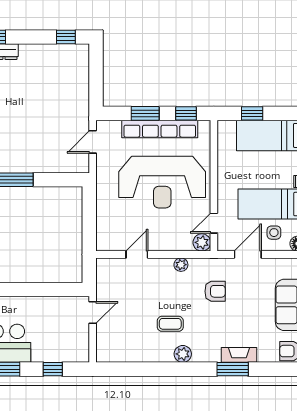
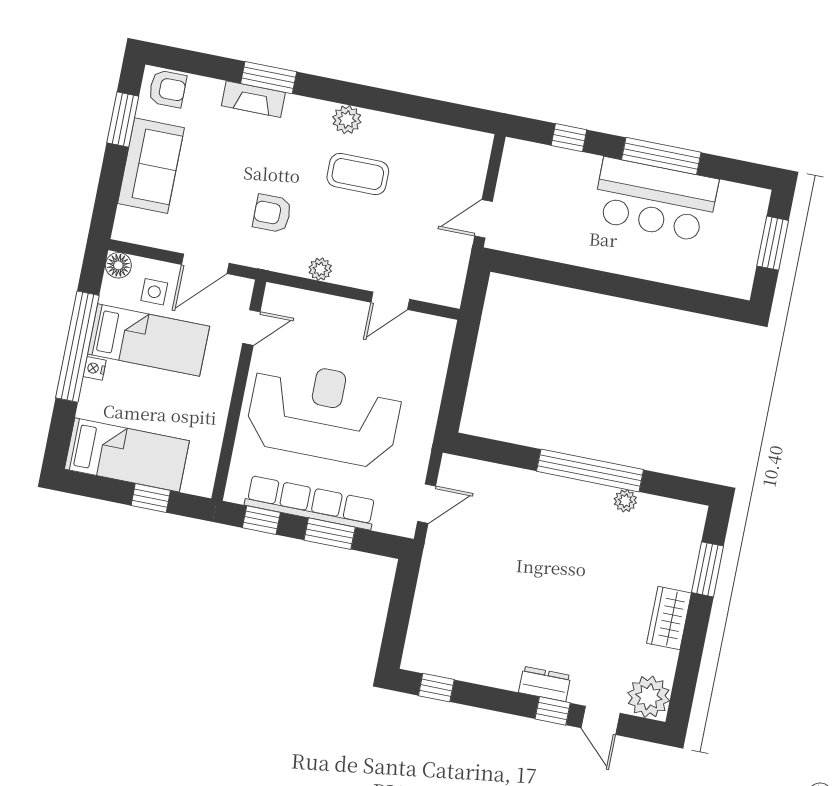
plant: (202, 242) -> (278, 299), removed
coffee table: (170, 324) -> (358, 174), width x1.36, depth x1.30

